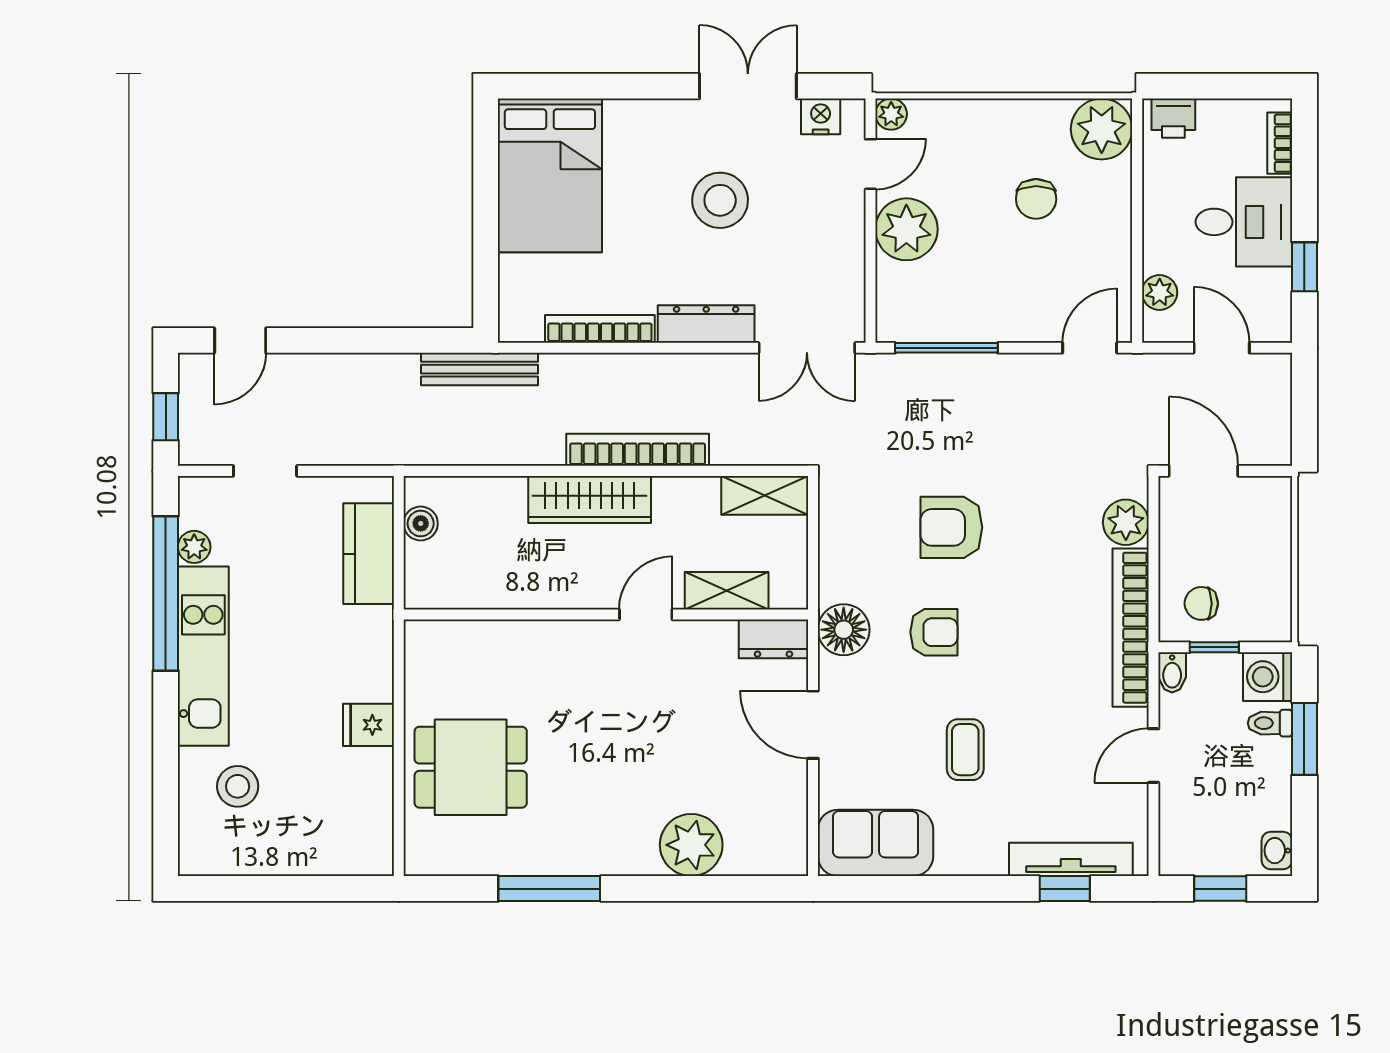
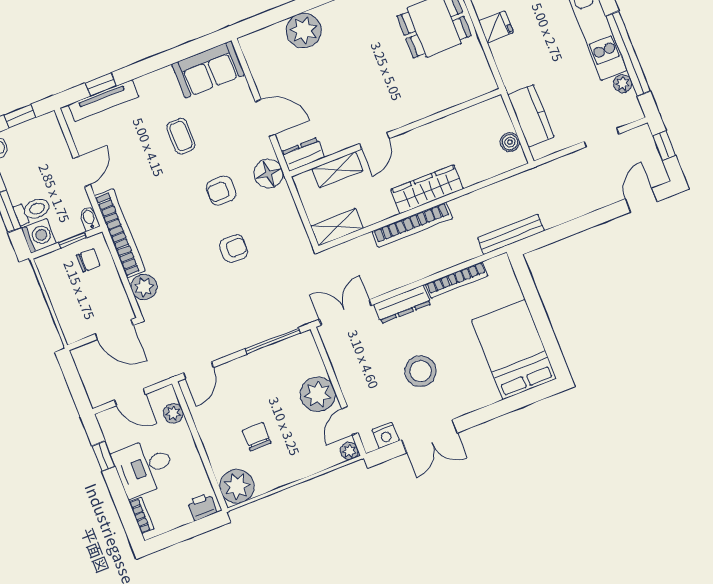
armchair: (951, 527) -> (234, 249), width x0.72, depth x0.72
toilet: (1270, 723) -> (32, 210), width x1.37, depth x1.39

